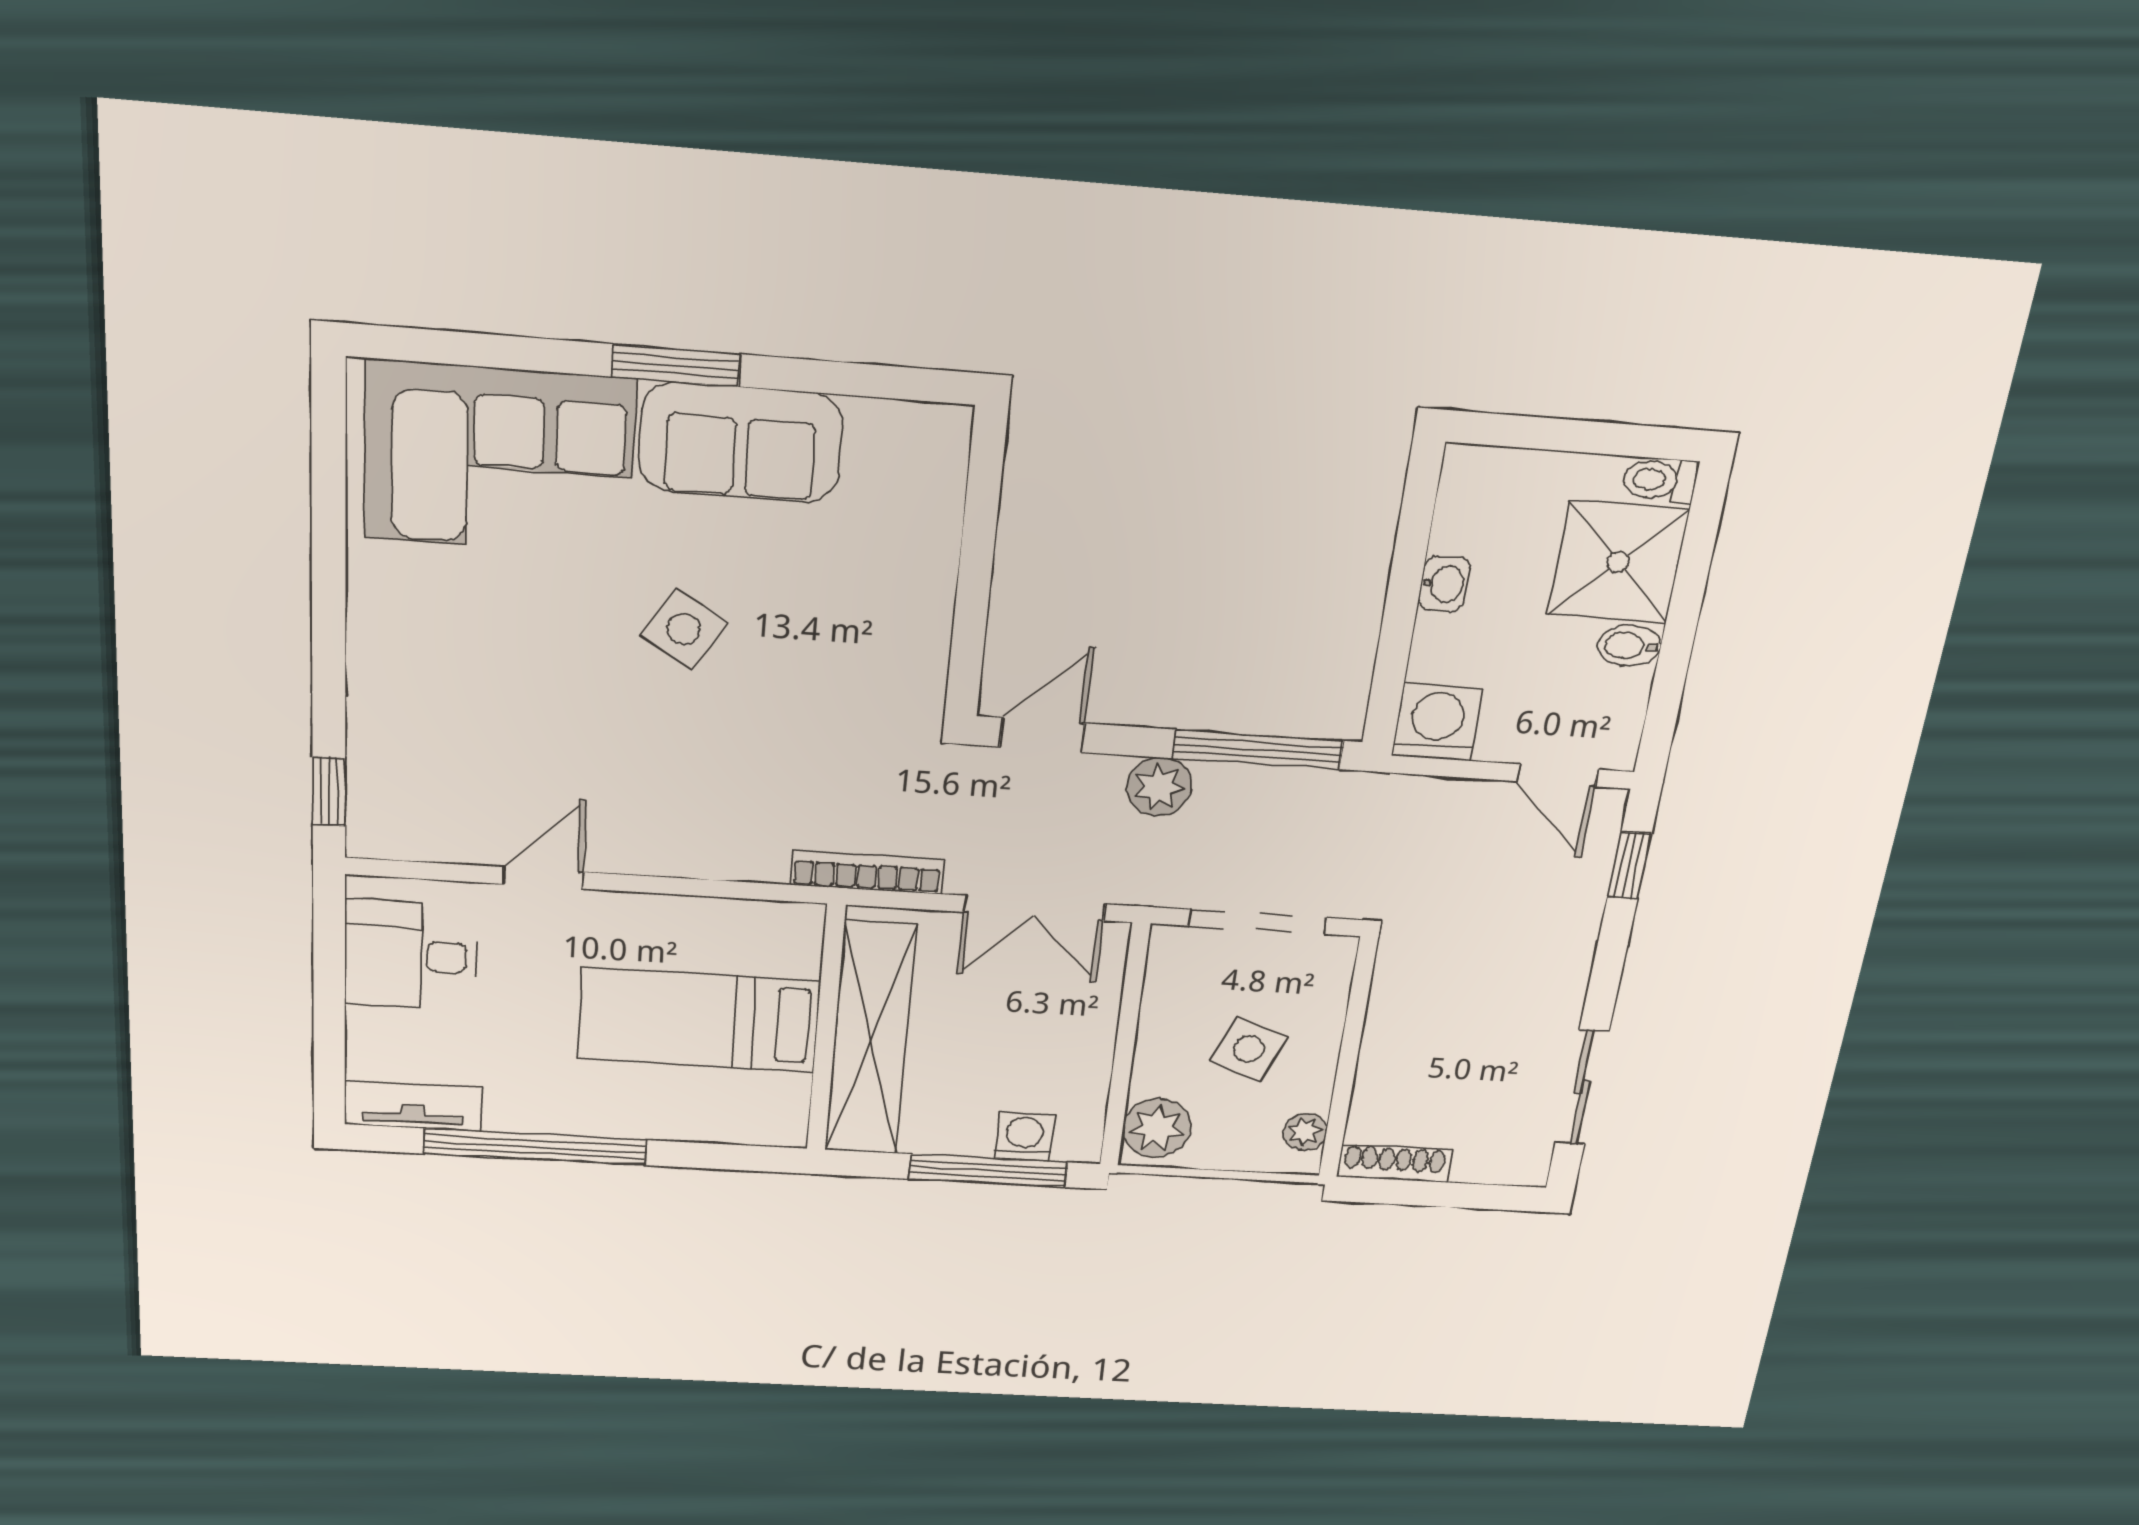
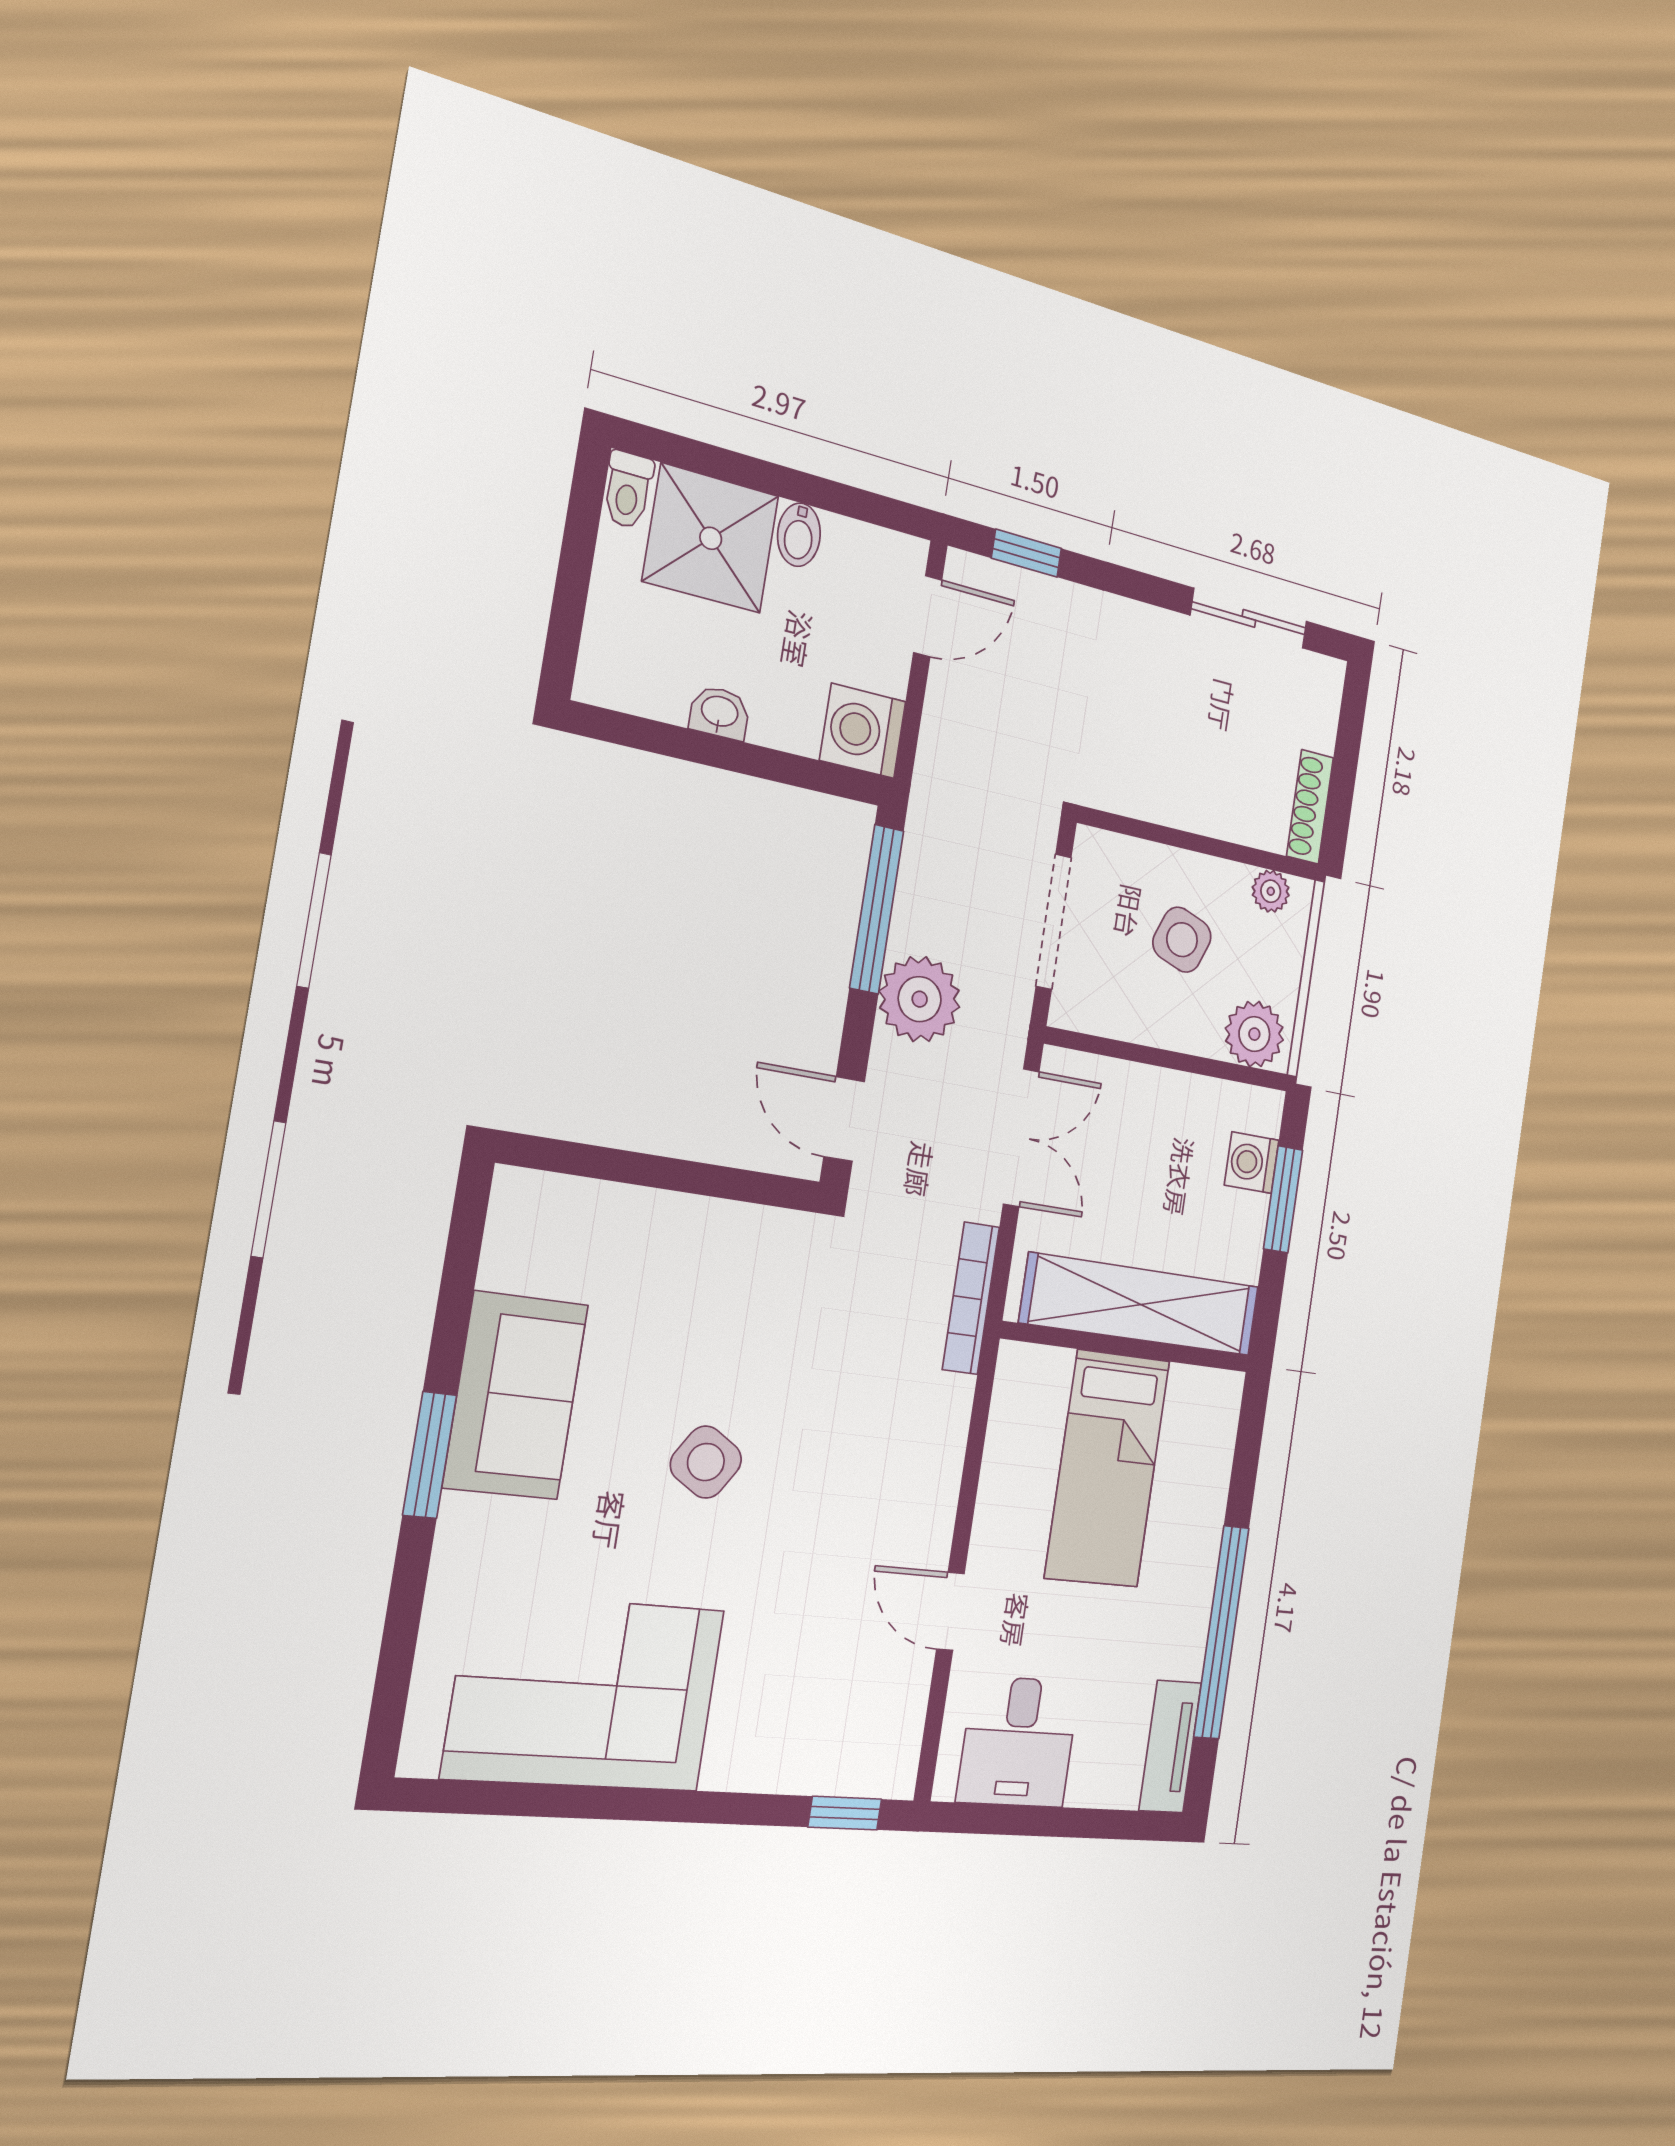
corner sofa: (499, 459) -> (585, 1693), moved, turned -90
plant: (1159, 787) -> (920, 999), width x1.36, depth x1.36
window: (988, 1171) -> (1283, 1199), width x0.69

